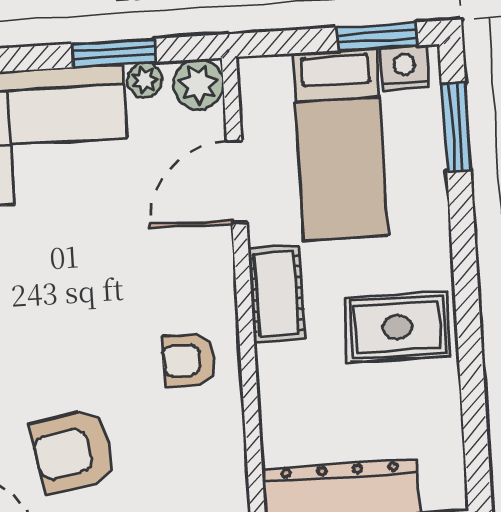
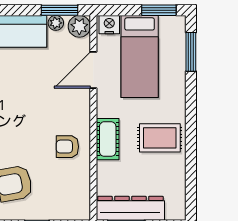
window: (114, 53) -> (59, 10), moved
nightstand: (404, 68) -> (109, 25), moved
cot: (277, 294) -> (108, 139), moved

